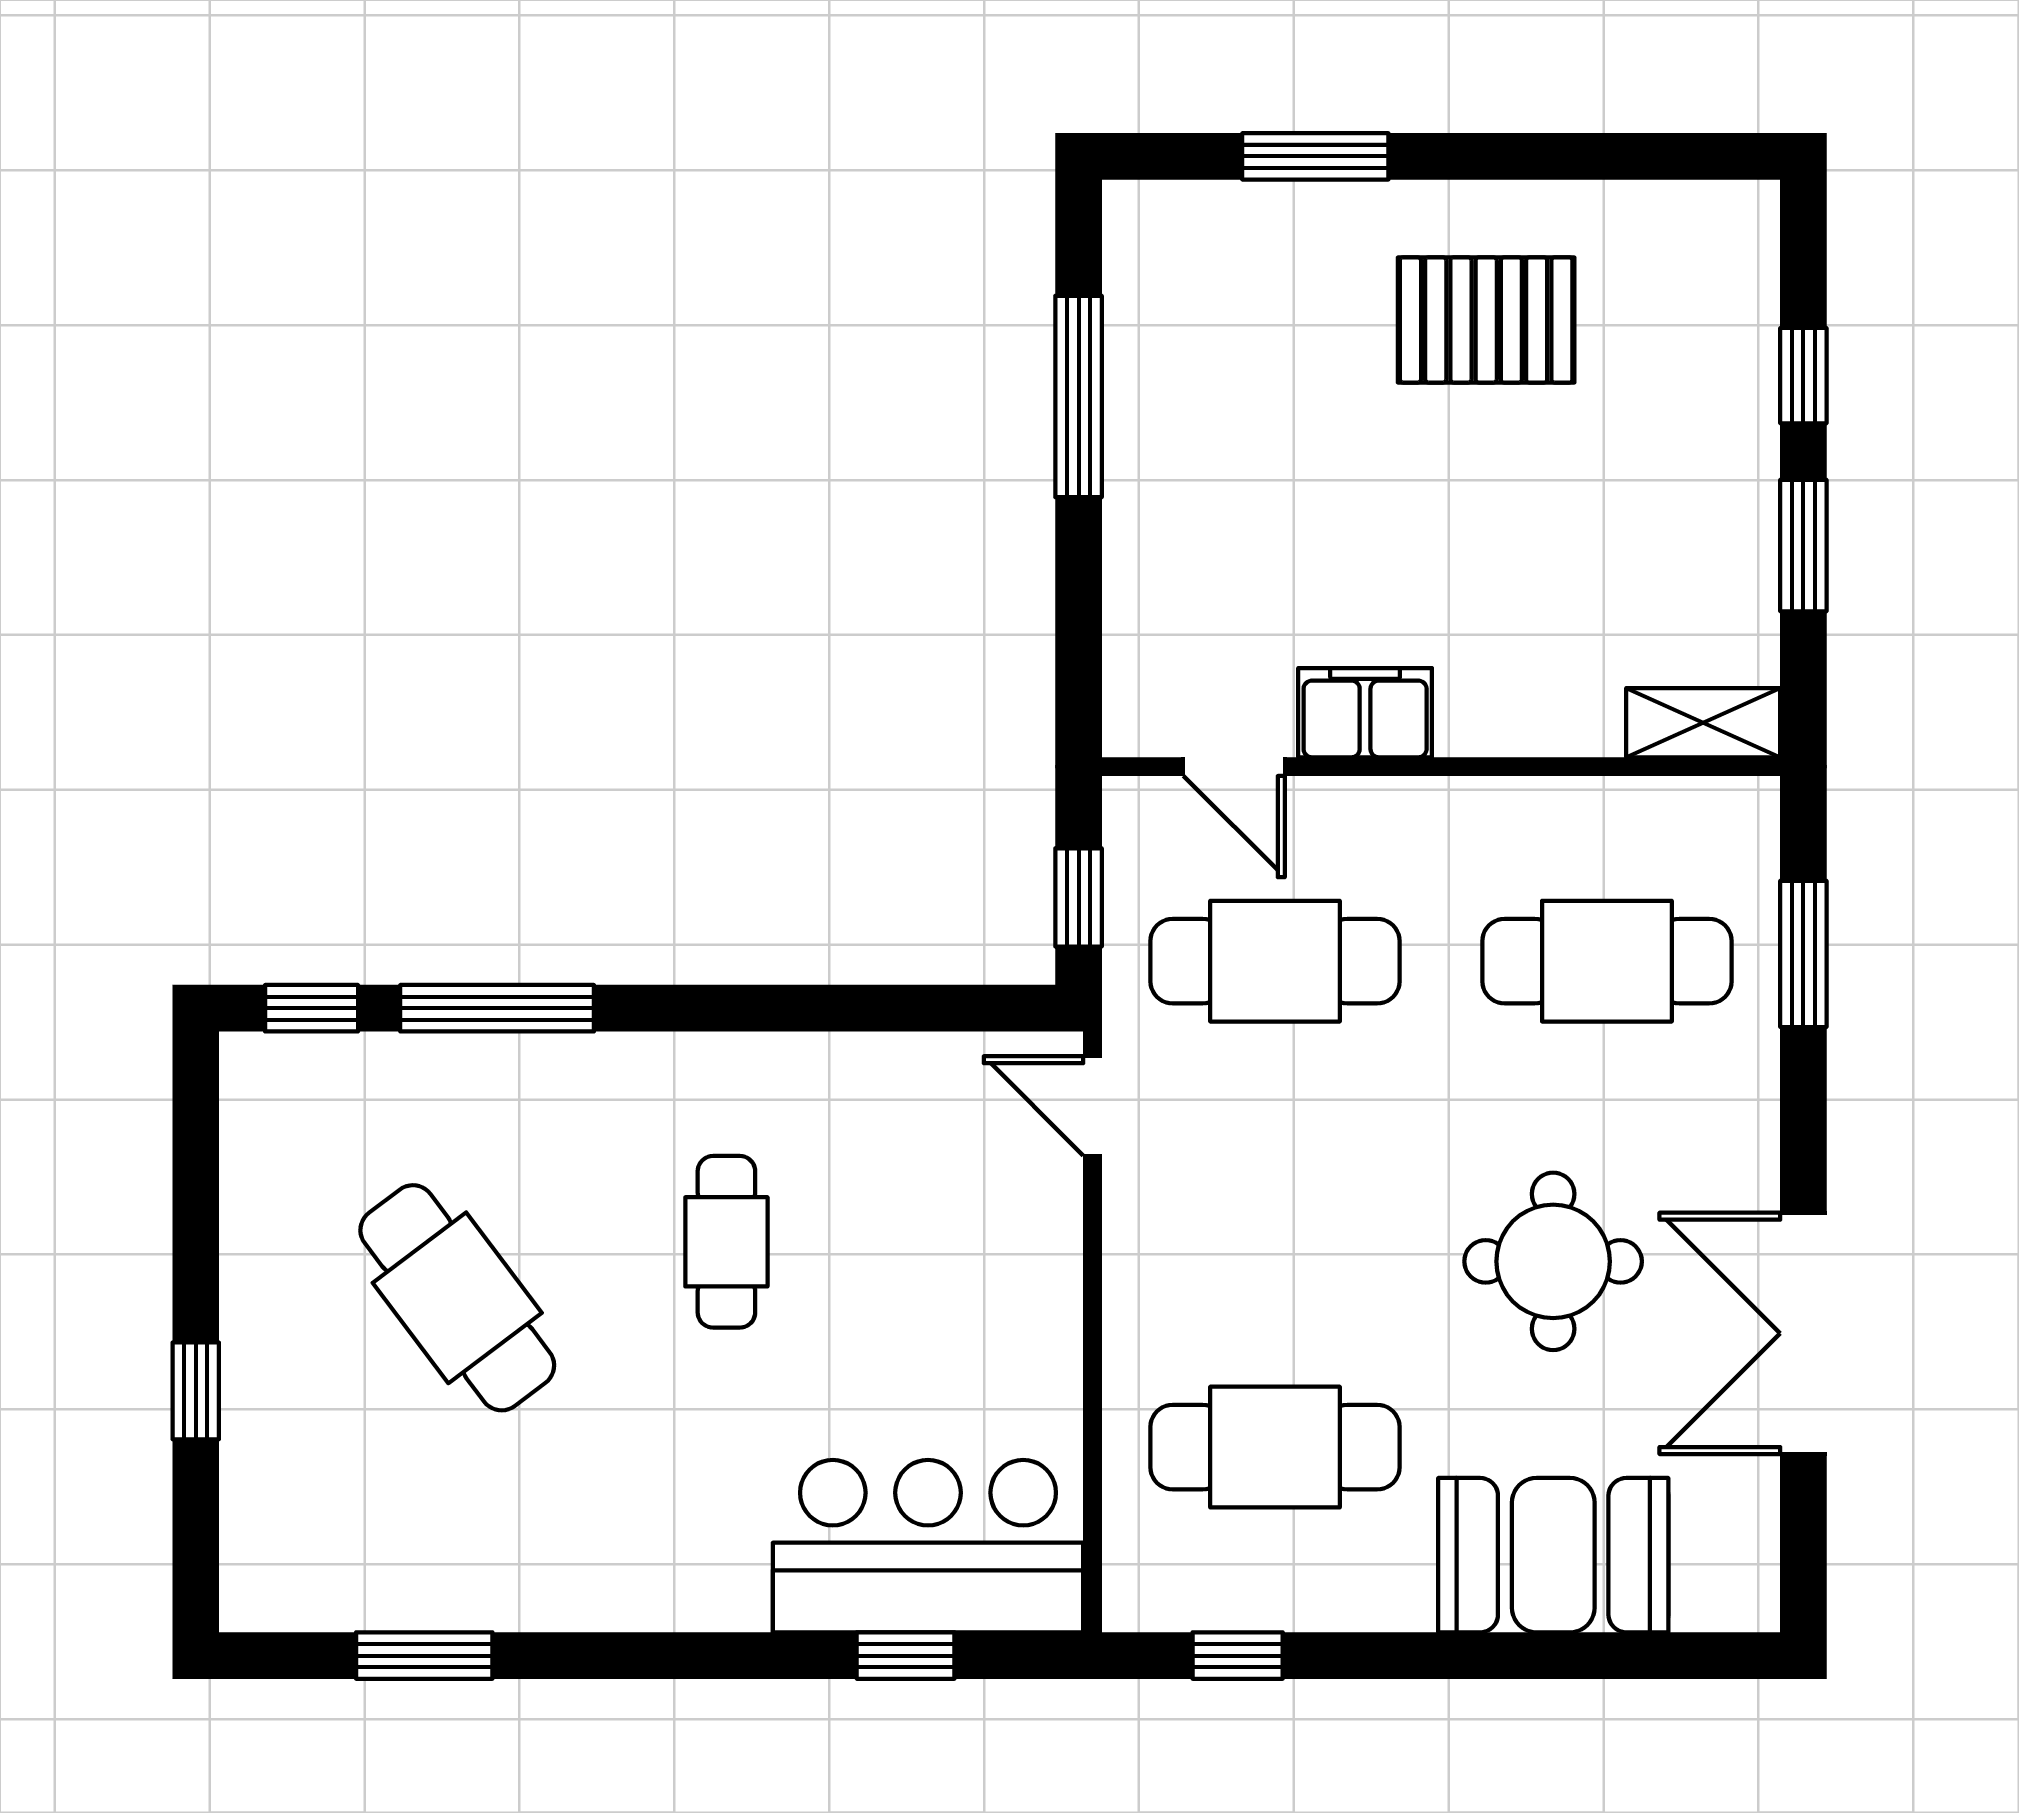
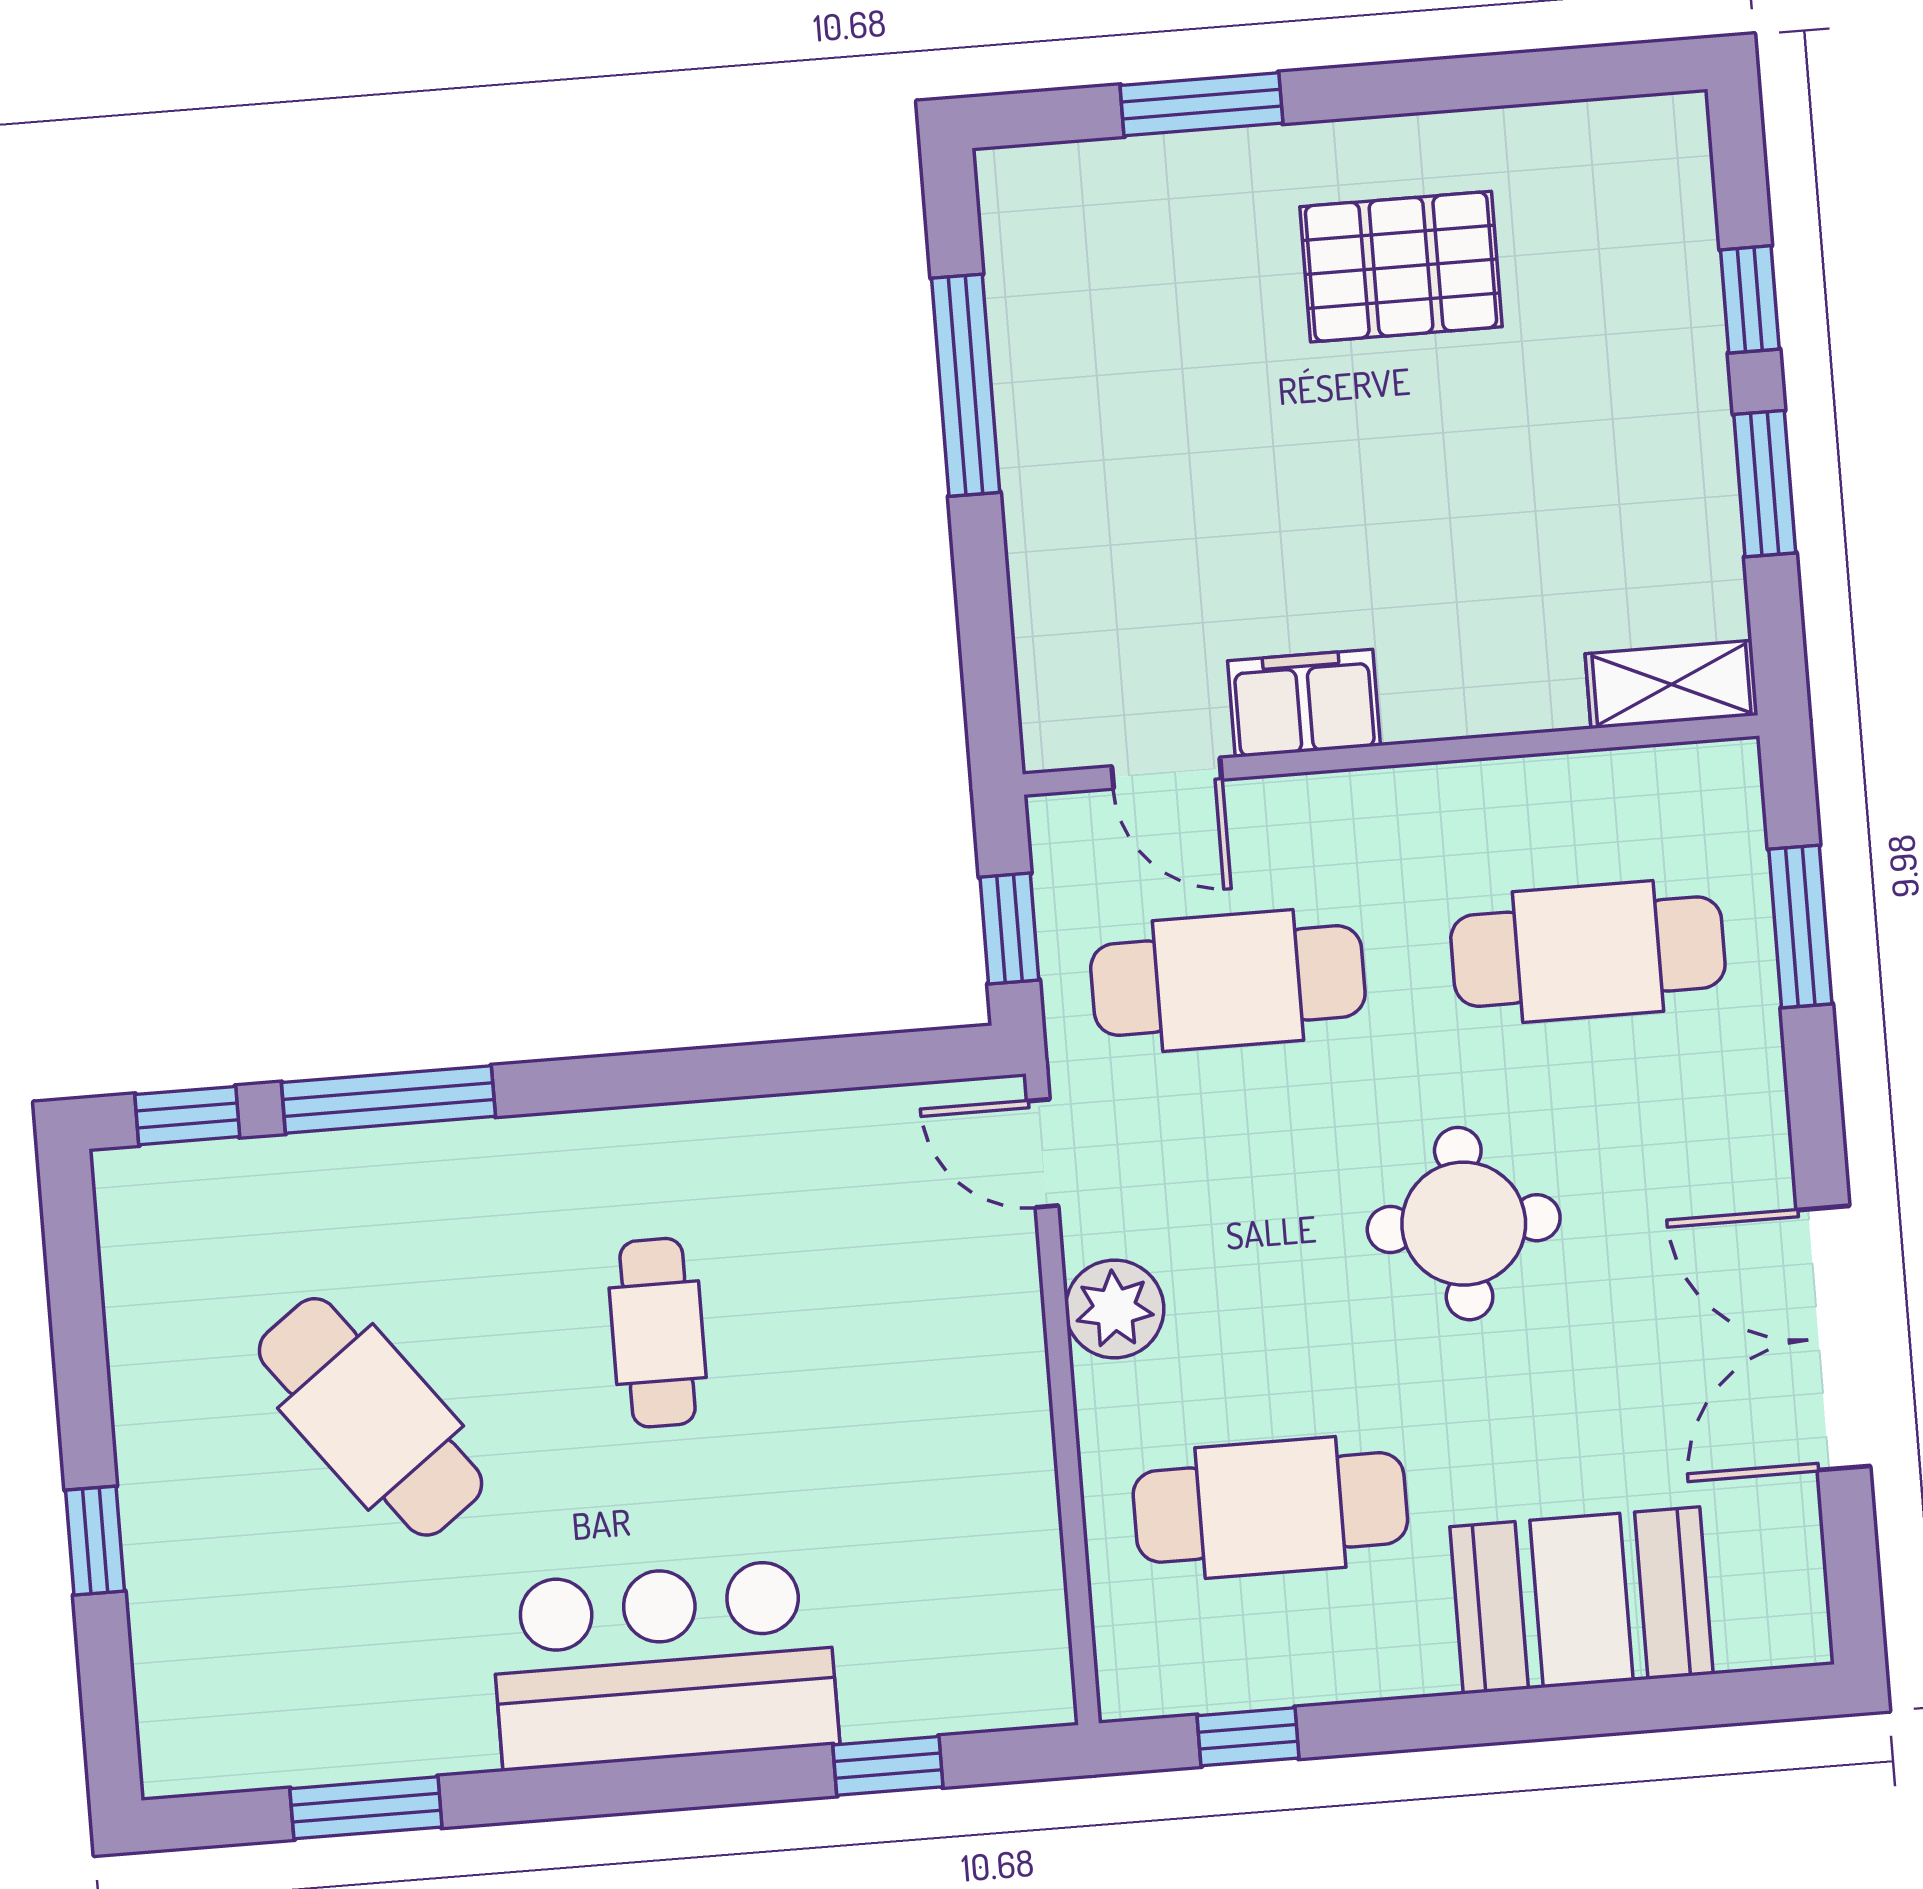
plant: (1147, 1254) -> (1115, 1309), added
round table: (1553, 1261) -> (1464, 1224), moved
bar counter: (928, 1546) -> (664, 1664), moved

